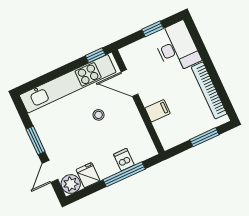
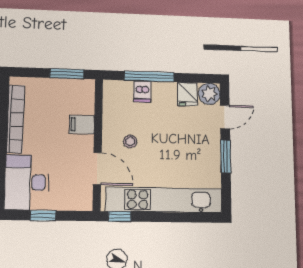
stool: (99, 115) -> (130, 141), moved
window: (204, 137) -> (67, 74), moved

